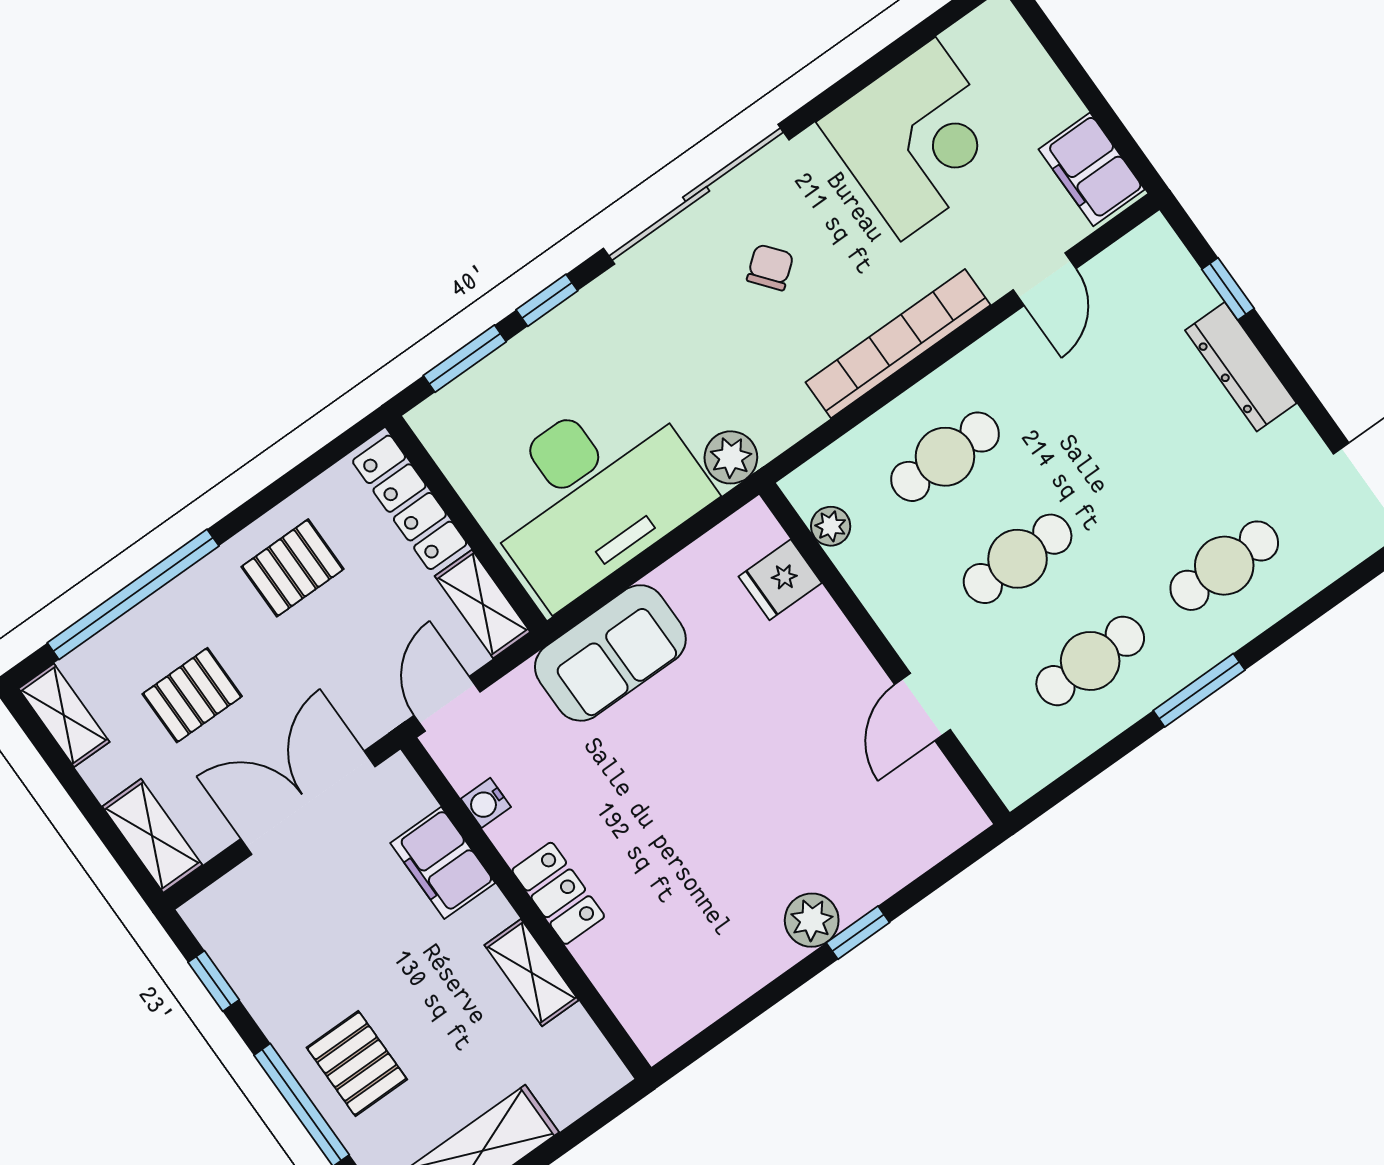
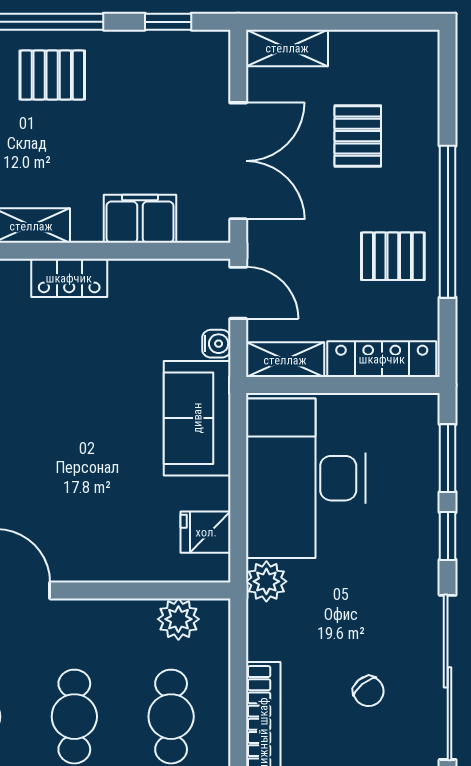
plant: (831, 526) -> (178, 619), width x1.38, depth x1.38
pallet: (293, 568) -> (393, 256), turned 90
fridge: (780, 580) -> (206, 532), moved, turned -90
window: (133, 594) -> (448, 222), moved
shelving: (64, 715) -> (402, 46), removed
water cooler: (486, 803) -> (216, 344), moved, turned 90

